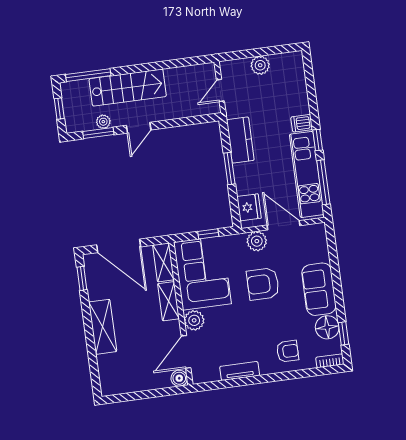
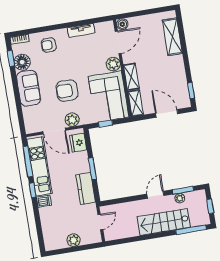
door: (119, 246) -> (167, 113), width x0.73
armchair: (263, 284) -> (67, 91), turned 180
shelving: (103, 327) -> (172, 37), moved

